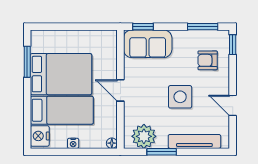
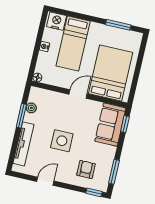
bed: (61, 74) -> (111, 73), moved, turned 180
plant: (144, 136) -> (31, 108), width x0.53, depth x0.53

